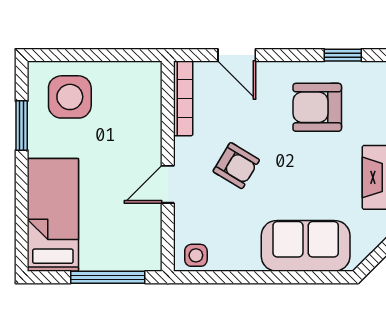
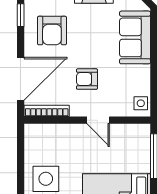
door: (237, 55) -> (21, 79), width x1.88
armchair: (236, 166) -> (87, 79), turned -121

